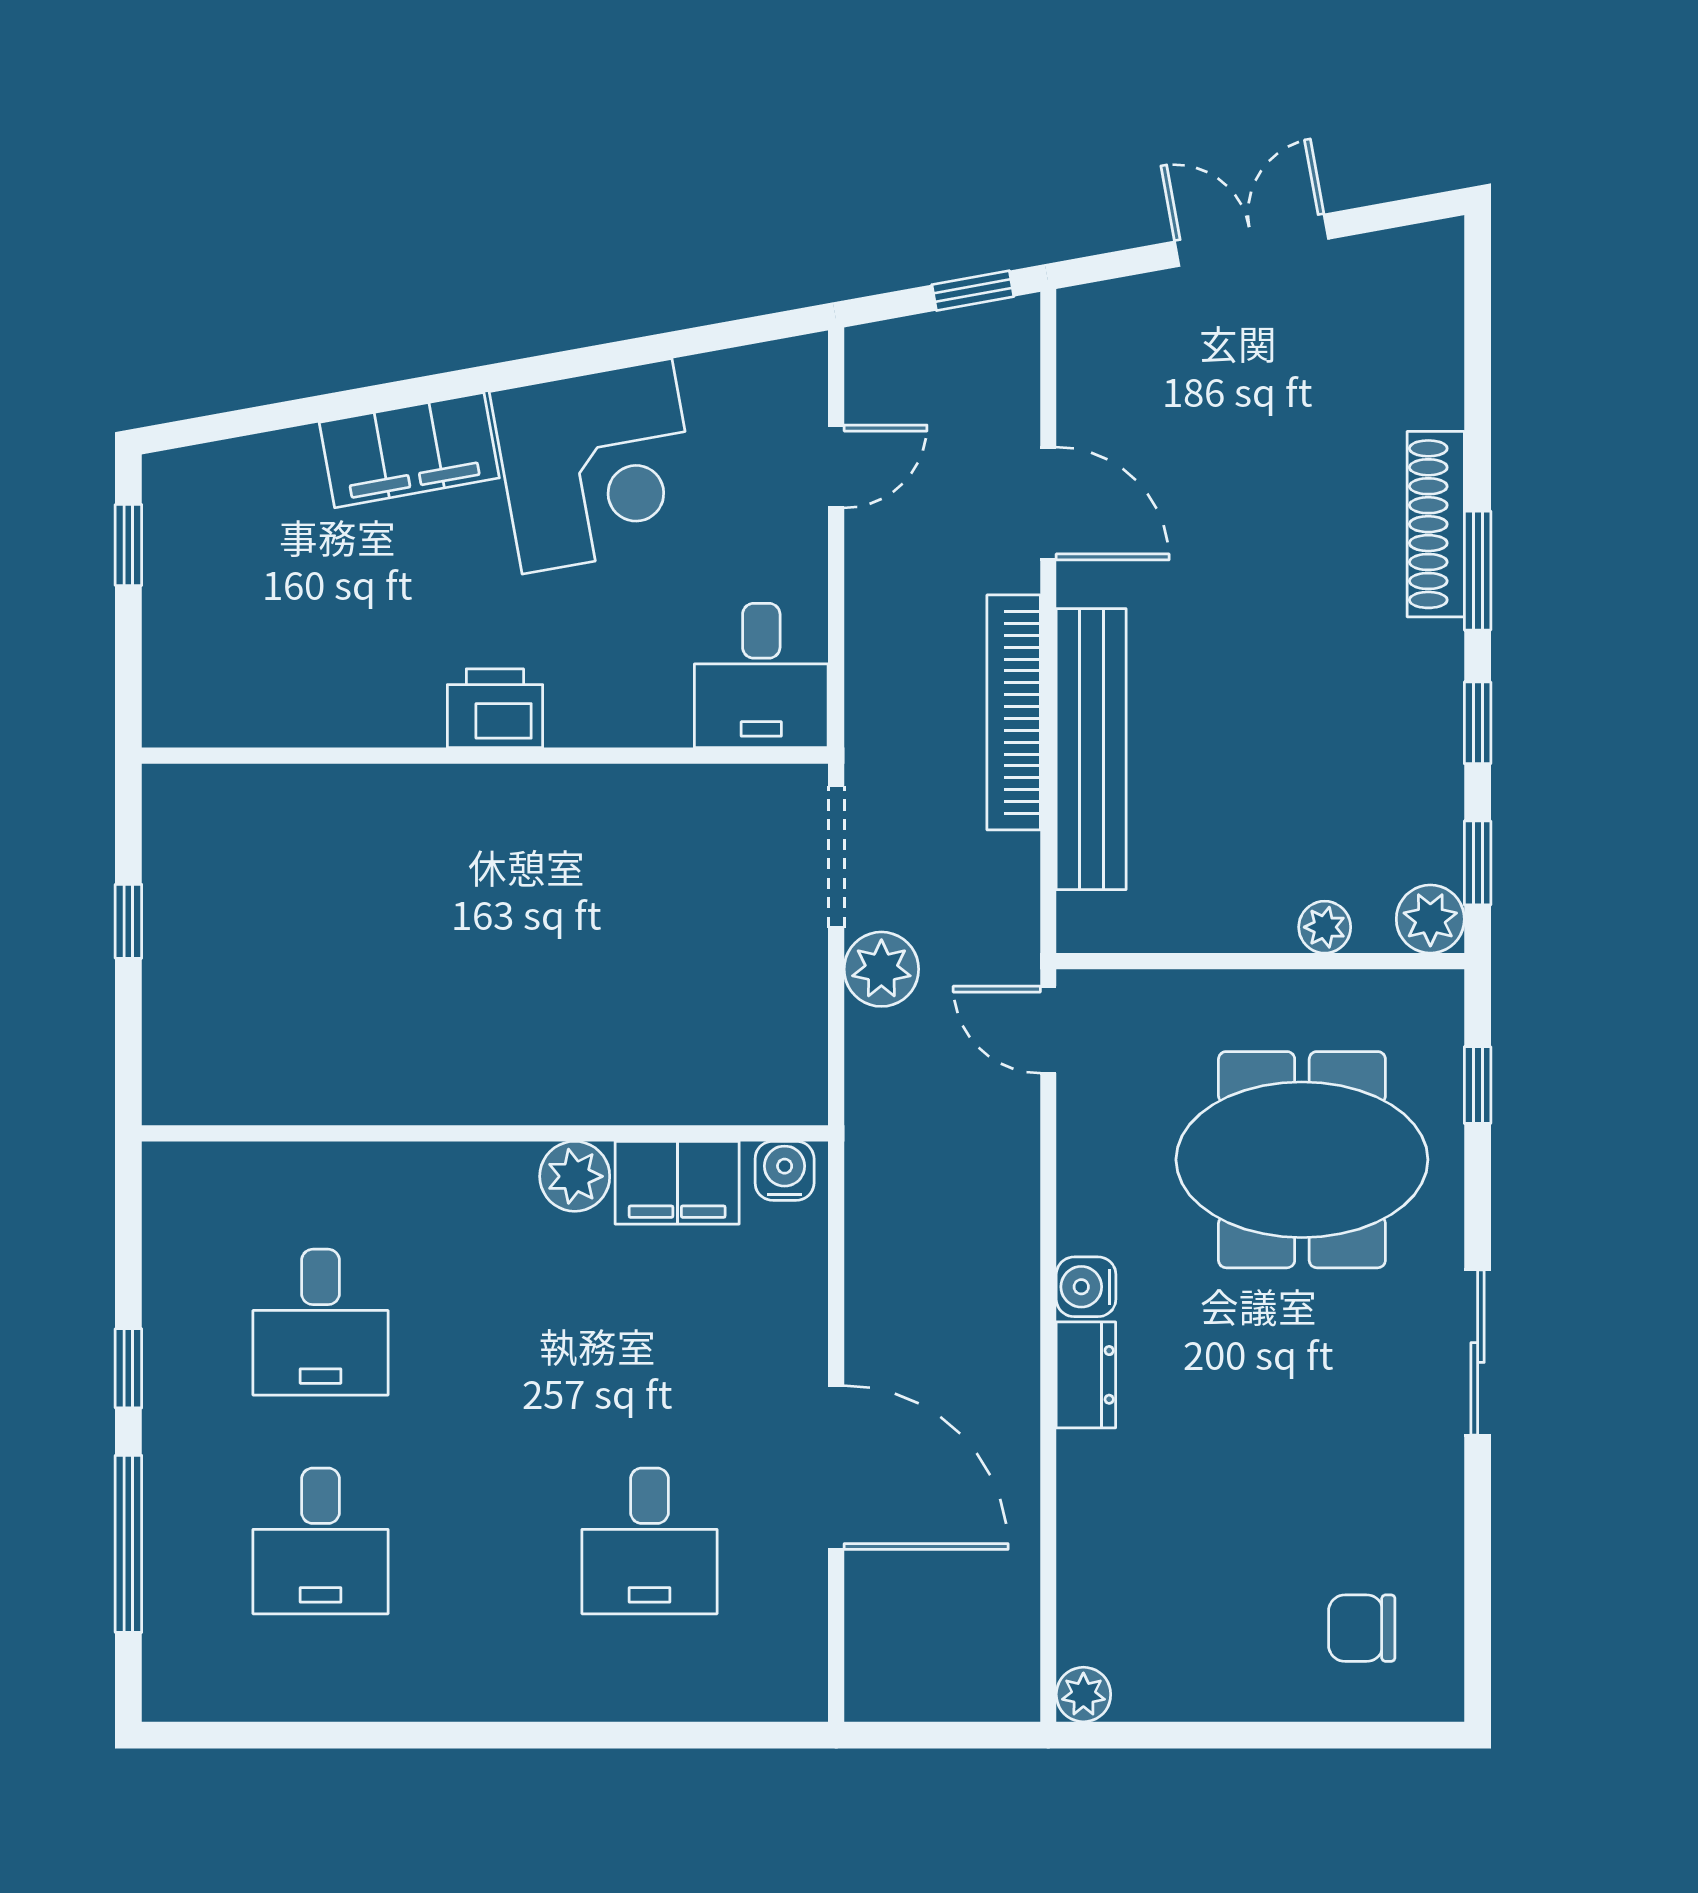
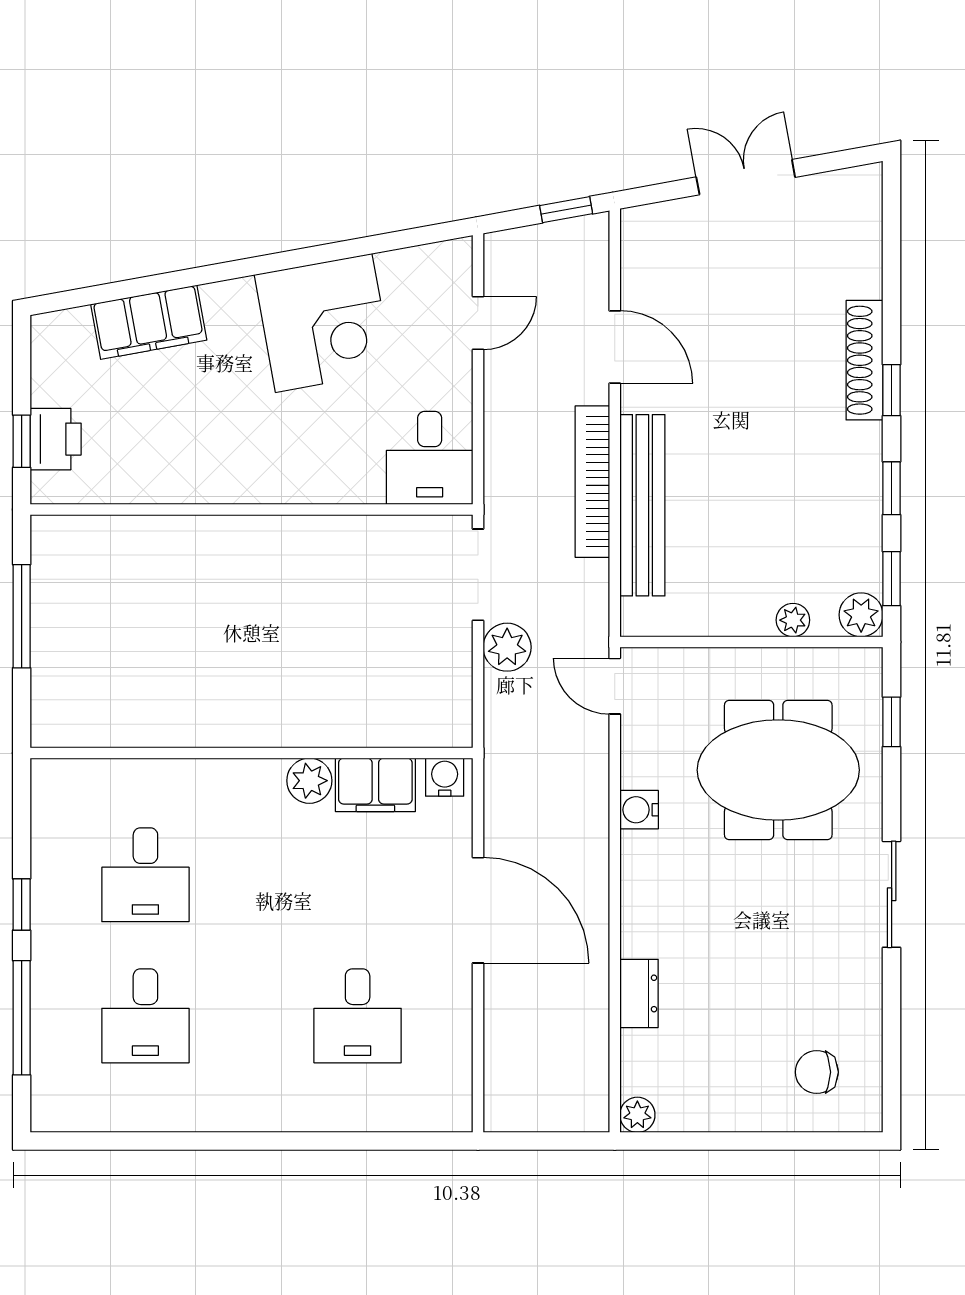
filing cabinet: (409, 450) -> (149, 322), moved
window: (128, 545) -> (22, 441), moved
window: (1478, 571) -> (892, 390), width x0.67
printer: (495, 708) -> (56, 439), moved, turned 90
window: (128, 921) -> (22, 616), width x2.17
water cooler: (1086, 1287) -> (639, 810), moved
dresser: (1086, 1375) -> (639, 993), moved
door: (836, 1468) -> (478, 910), moved

